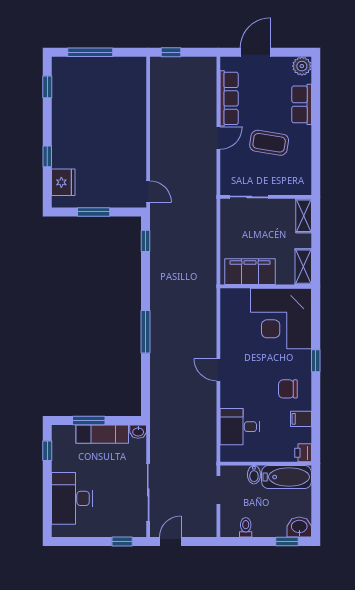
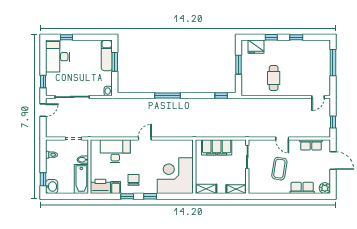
window: (171, 52) -> (333, 122), moved
window: (47, 87) -> (296, 37), moved
row of seats: (229, 98) -> (311, 145), width x0.68
cafe table: (116, 152) -> (274, 78), added
door: (148, 192) -> (318, 97), moved
filing cabinet: (250, 272) -> (217, 147), moved, turned 90
window: (316, 400) -> (127, 196), added
desk: (240, 427) -> (115, 151), width x1.37
exam couch: (102, 434) -> (107, 55), moved
window: (47, 451) -> (66, 37), moved
printer: (303, 453) -> (100, 186), width x1.87, depth x1.48
desk: (72, 498) -> (58, 57), moved, turned -90
door: (170, 542) -> (43, 110), hinge flipped

